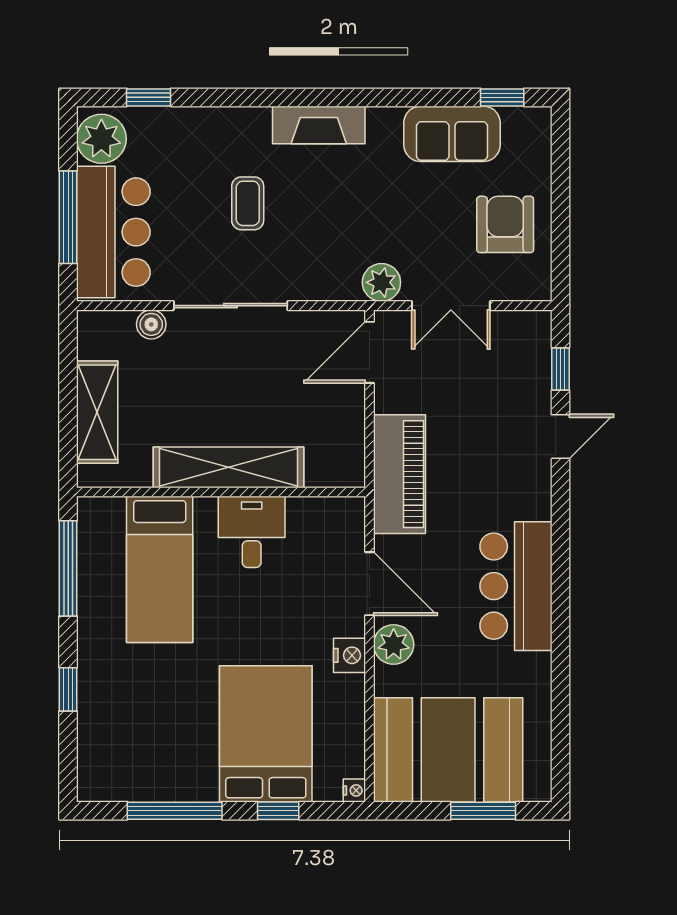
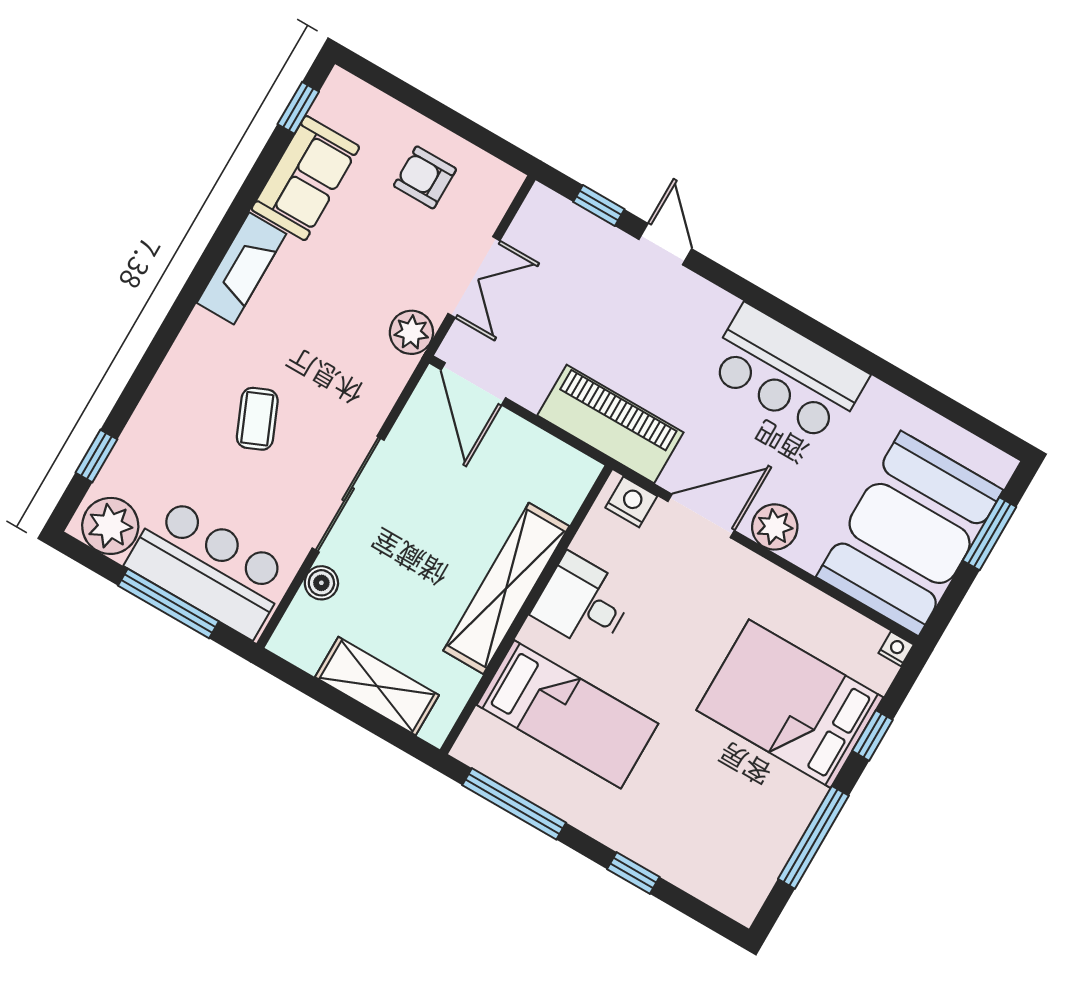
fireplace: (319, 125) -> (241, 268), moved
coffee table: (248, 203) -> (257, 419), turned 67
armchair: (505, 224) -> (425, 177), width x0.72, depth x0.72
nightstand: (349, 655) -> (631, 502), moved

